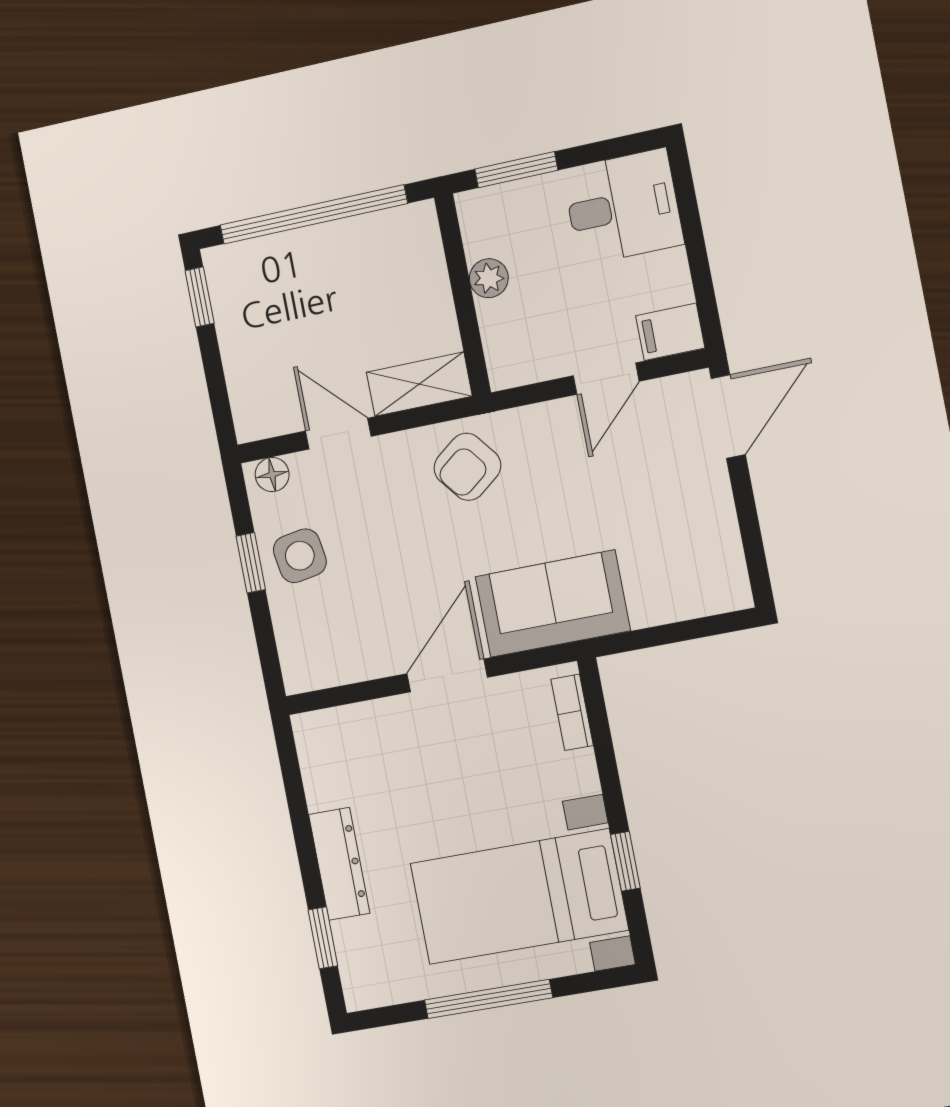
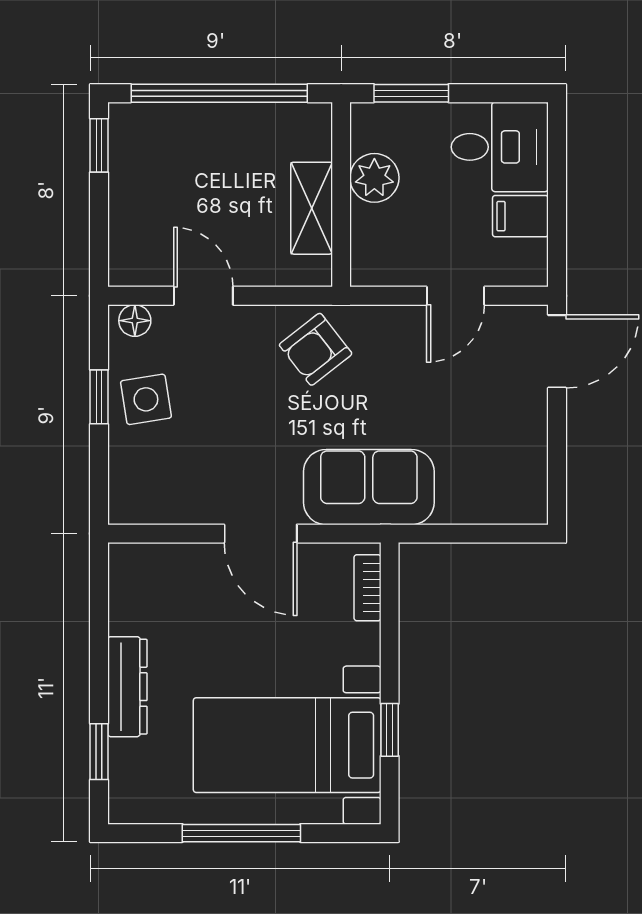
plant: (489, 278) -> (374, 178), width x1.38, depth x1.38
filing cabinet: (670, 332) -> (520, 216), moved
shelving: (419, 384) -> (312, 208), moved, turned 90
door: (447, 675) -> (261, 534), swing flipped

